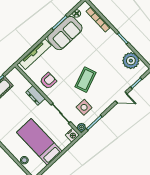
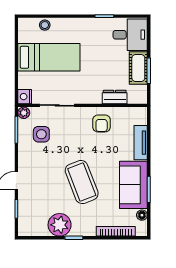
tv unit: (35, 54) -> (141, 143), width x0.71
plant: (131, 61) -> (60, 225), moved
coffee table: (85, 80) -> (82, 182), moved, width x1.36, depth x1.32
dresser: (35, 95) -> (115, 97), moved

